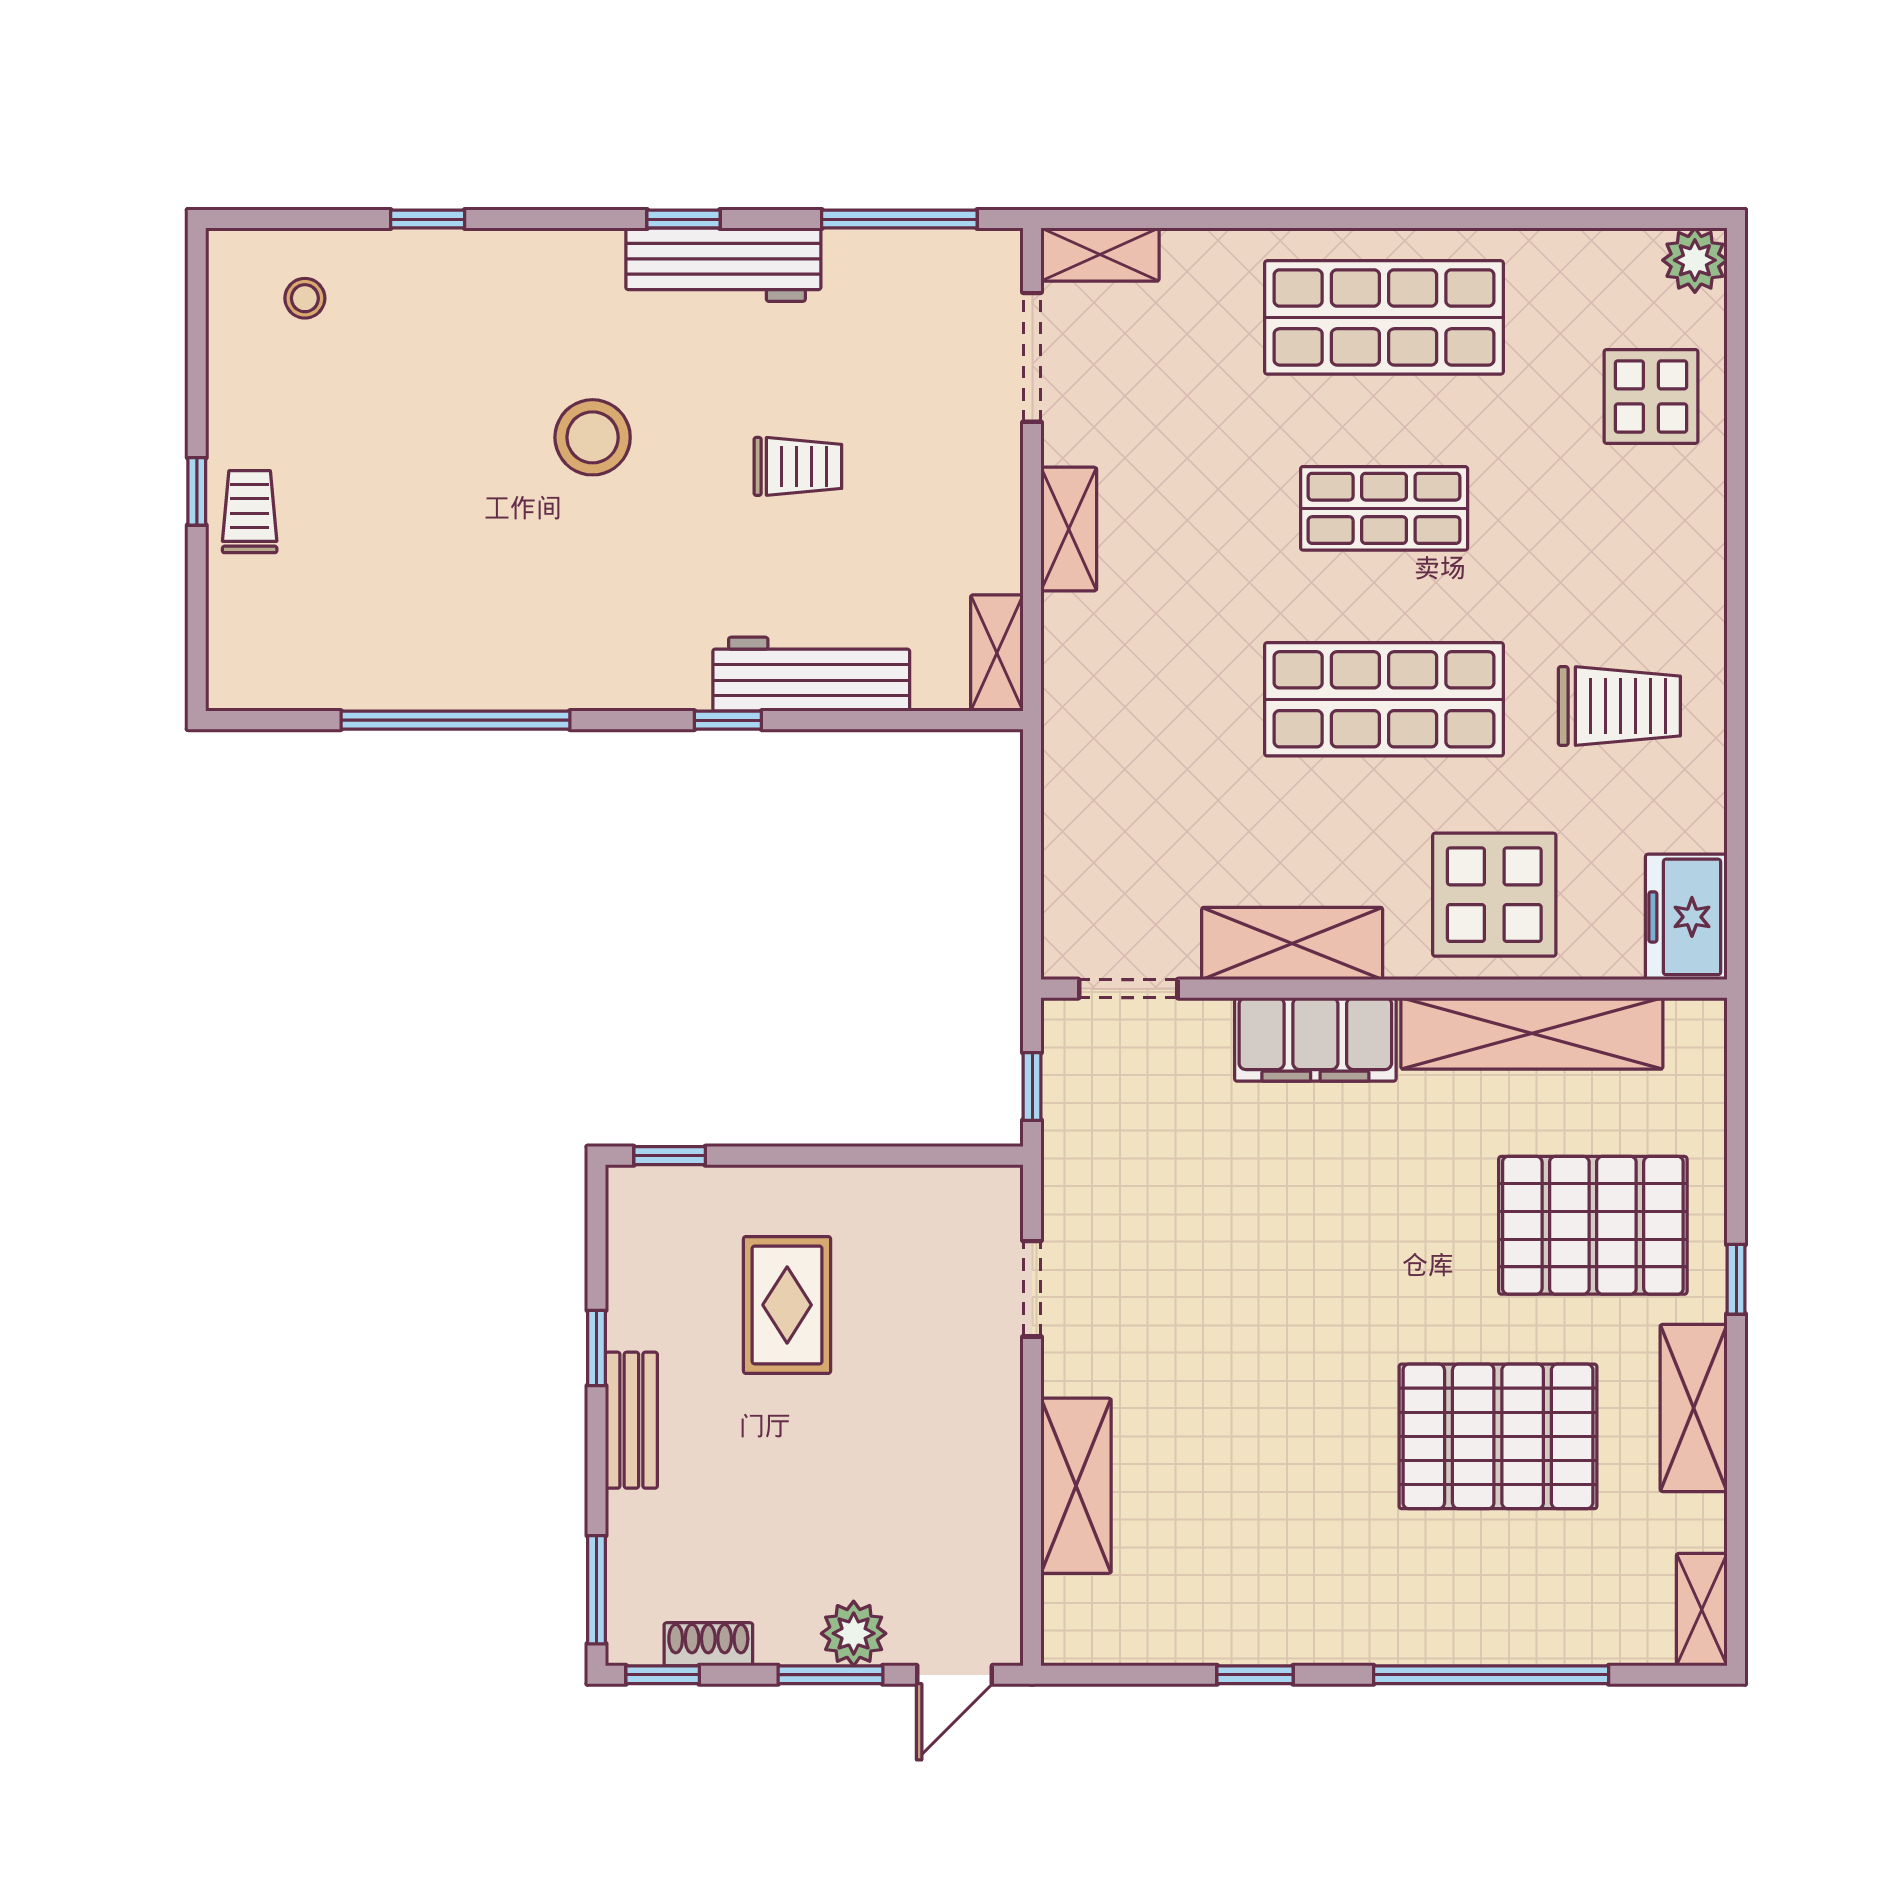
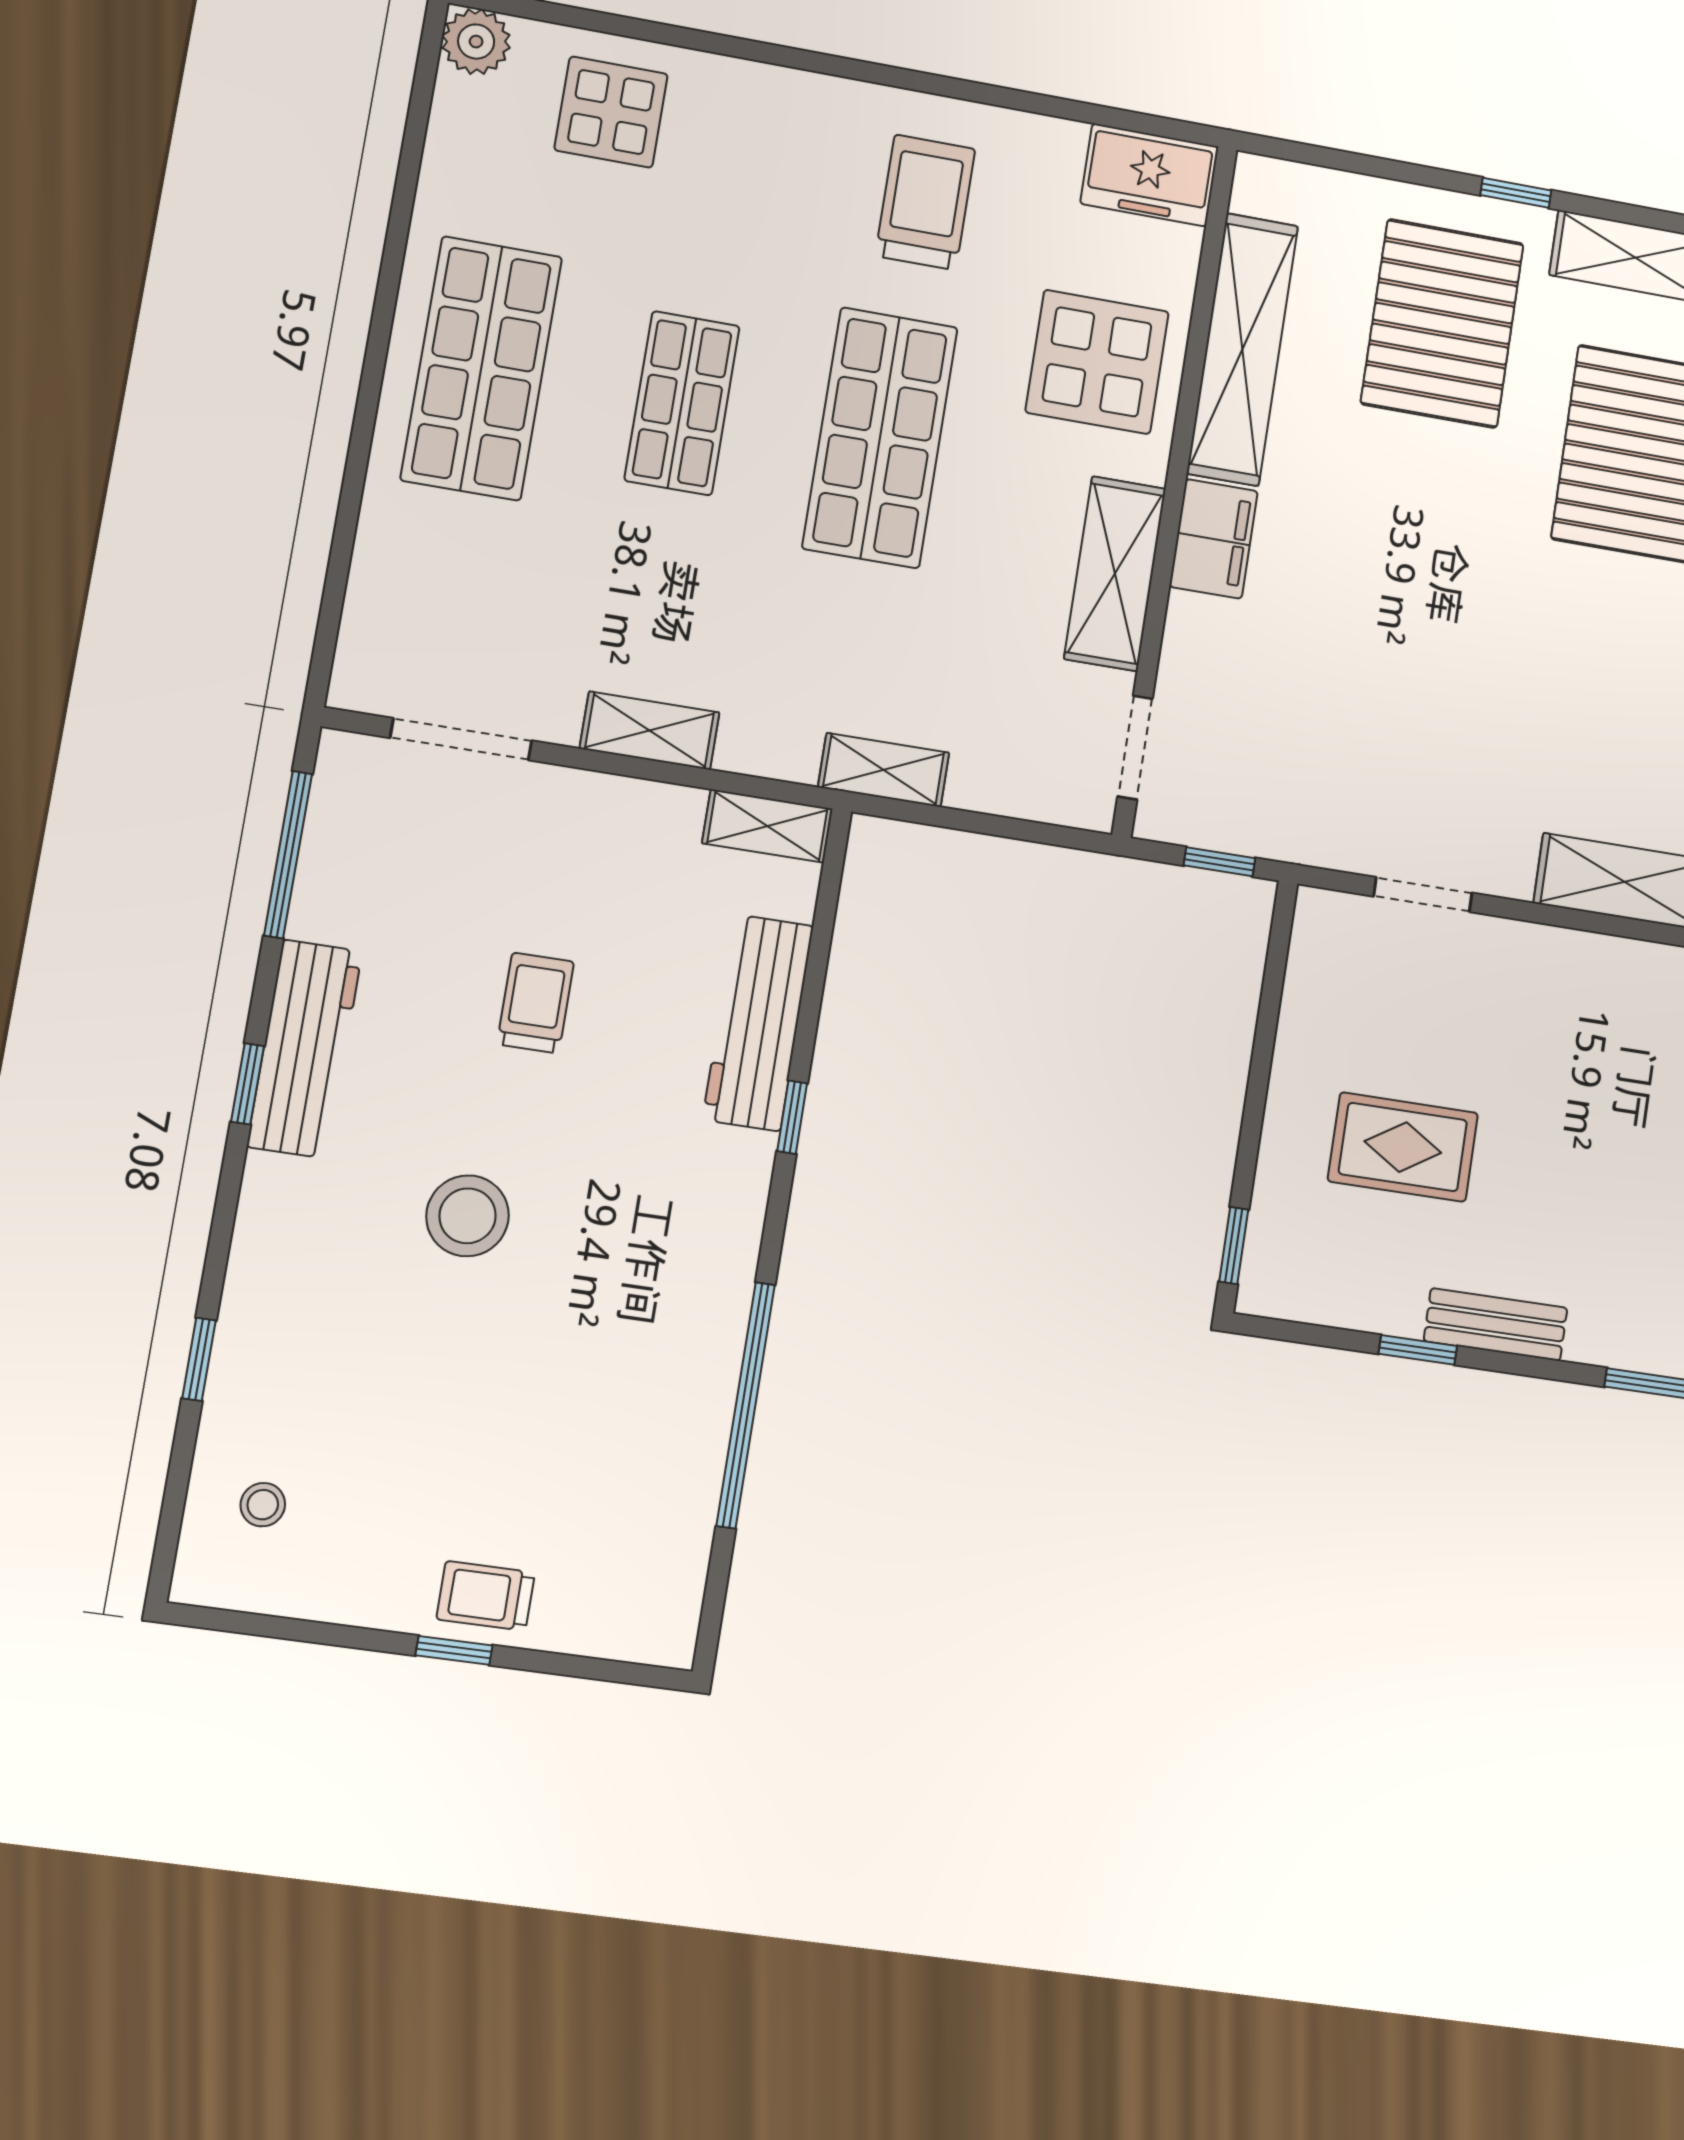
shelving: (1100, 255) -> (884, 770), moved, turned 90
filing cabinet: (1315, 1039) -> (1214, 539), width x0.67, depth x0.86

